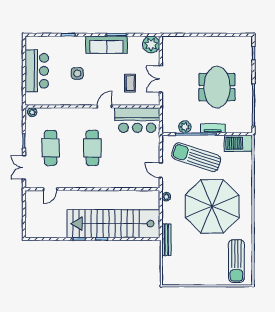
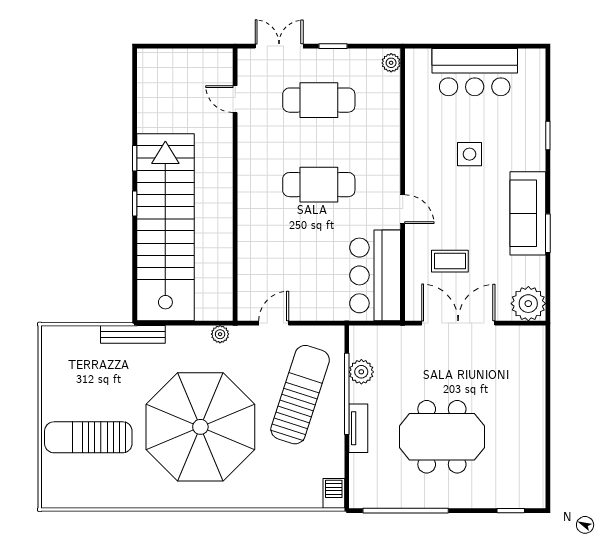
double door: (161, 79) -> (458, 323), width x1.37
barbecue: (238, 143) -> (334, 493), width x0.53, depth x0.65
sun lounger: (236, 261) -> (88, 437), moved

